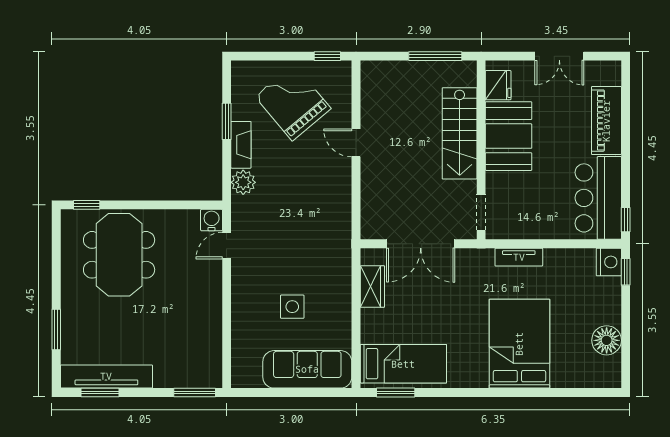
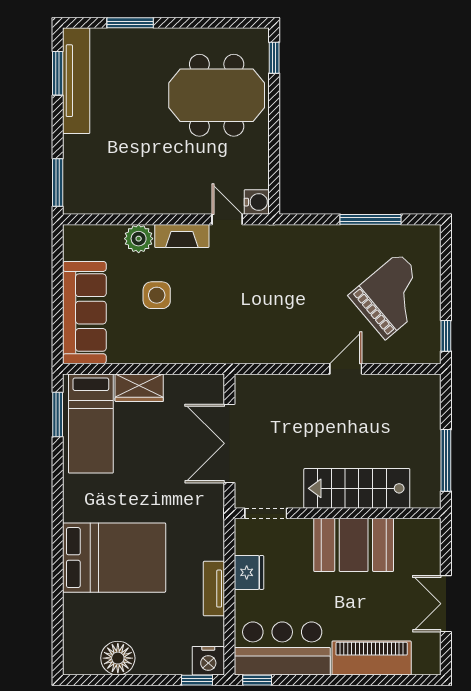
fridge: (498, 85) -> (249, 572), moved, turned -90
window: (227, 121) -> (371, 219), width x1.44
fireplace: (241, 145) -> (182, 236), moved
plant: (243, 182) -> (139, 239), moved
tv unit: (519, 257) -> (214, 589), moved
wardrobe: (372, 287) -> (139, 388), moved

